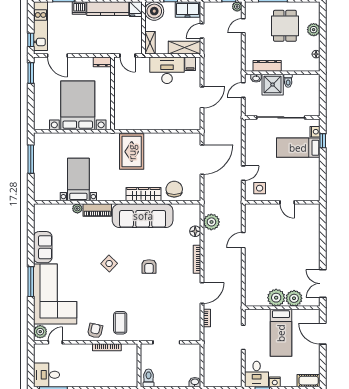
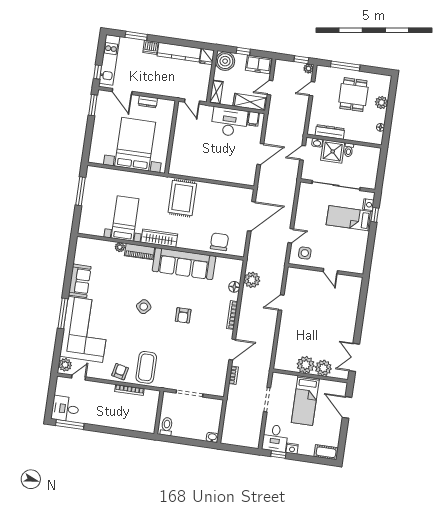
dresser: (102, 62) -> (148, 102), moved
wardrobe: (143, 194) -> (159, 238), moved
coffee table: (120, 323) -> (146, 367), width x1.36, depth x1.32

